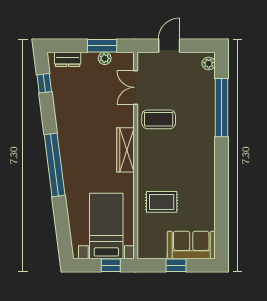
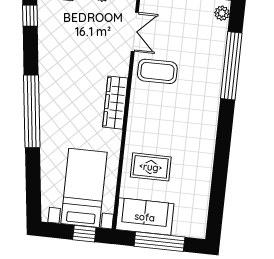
double door: (136, 87) -> (135, 32), swing flipped
sofa: (191, 245) -> (145, 217), moved
window: (176, 265) -> (159, 242), width x2.17

